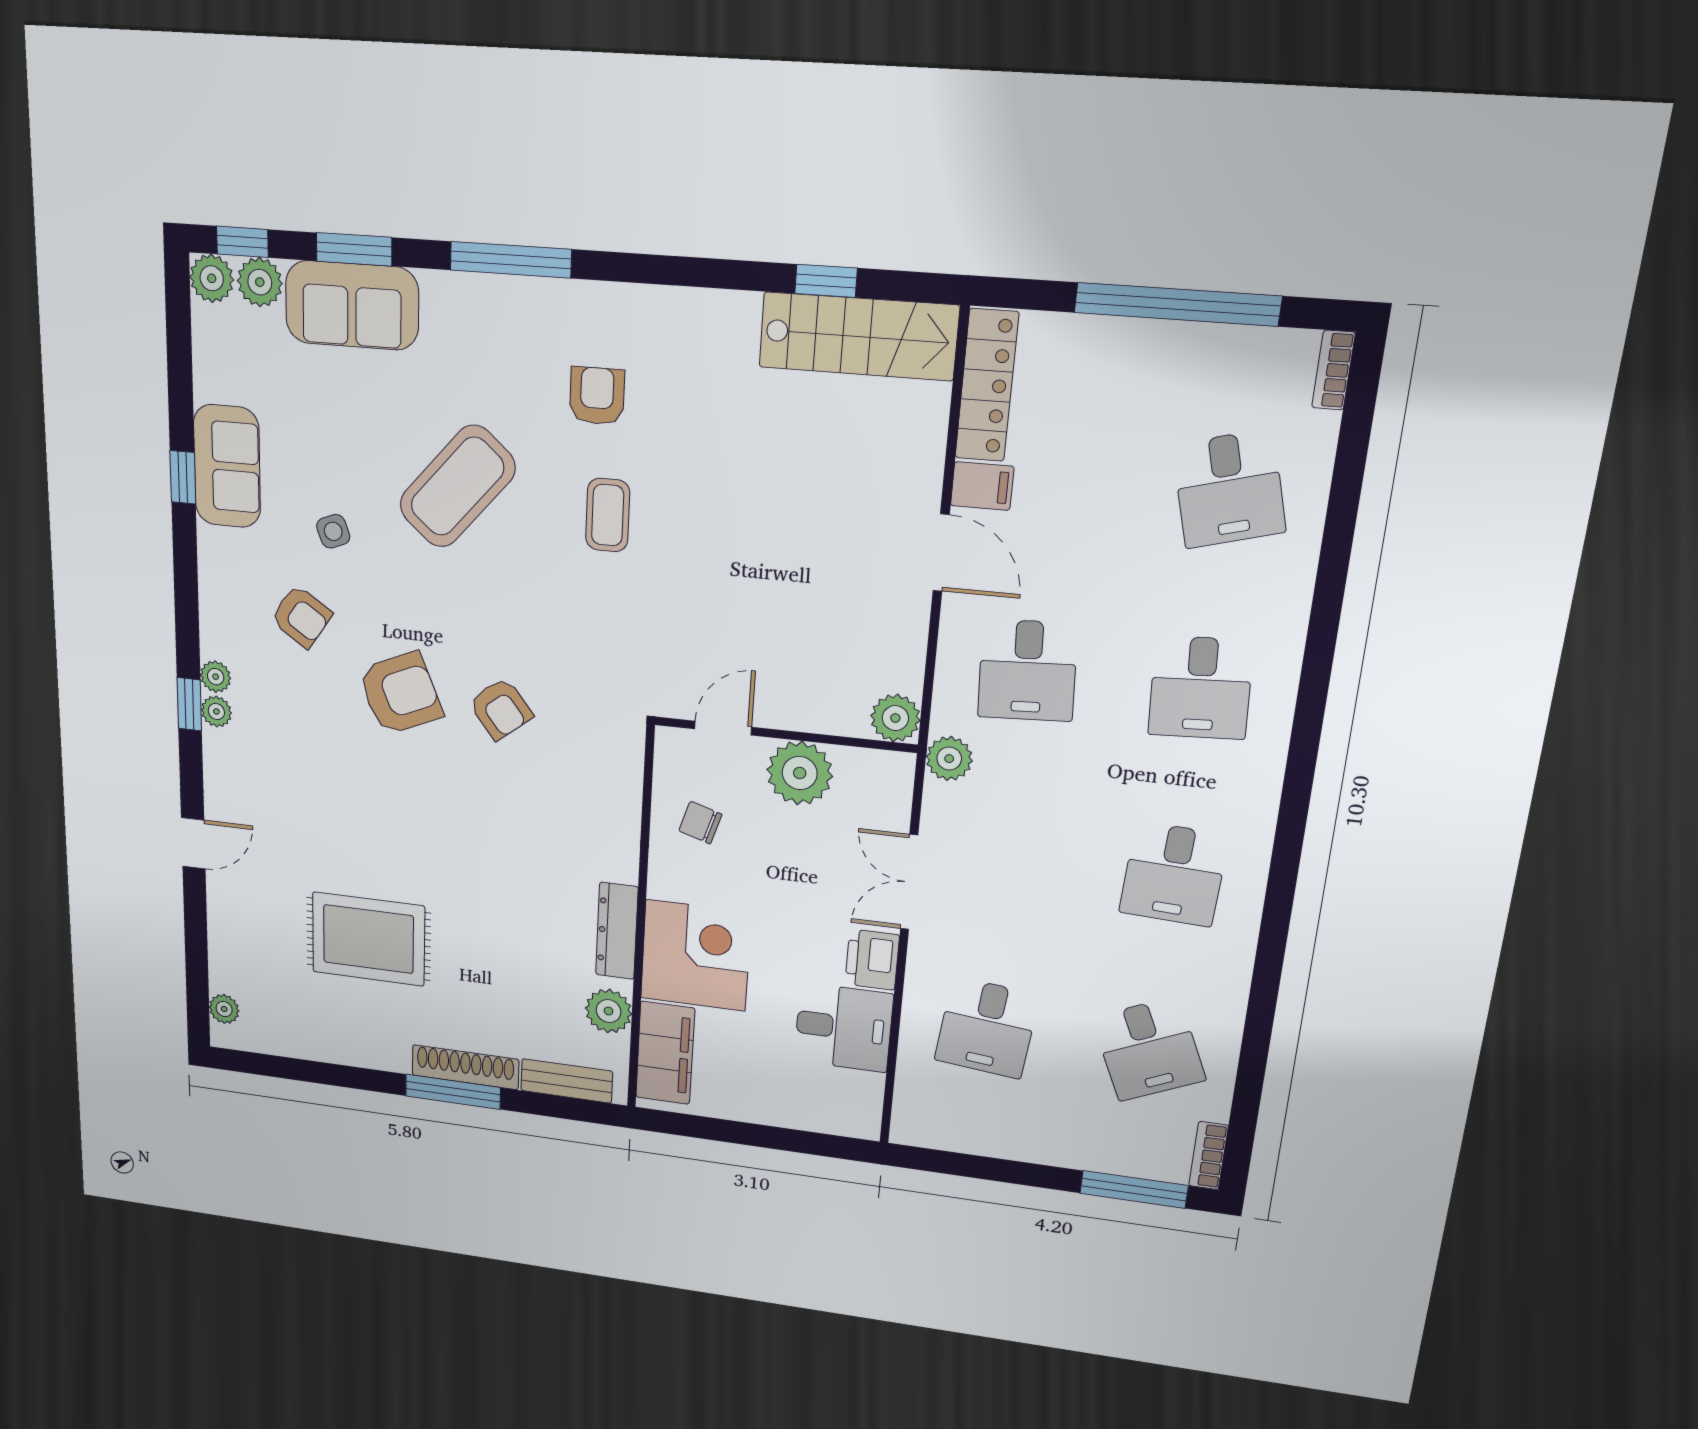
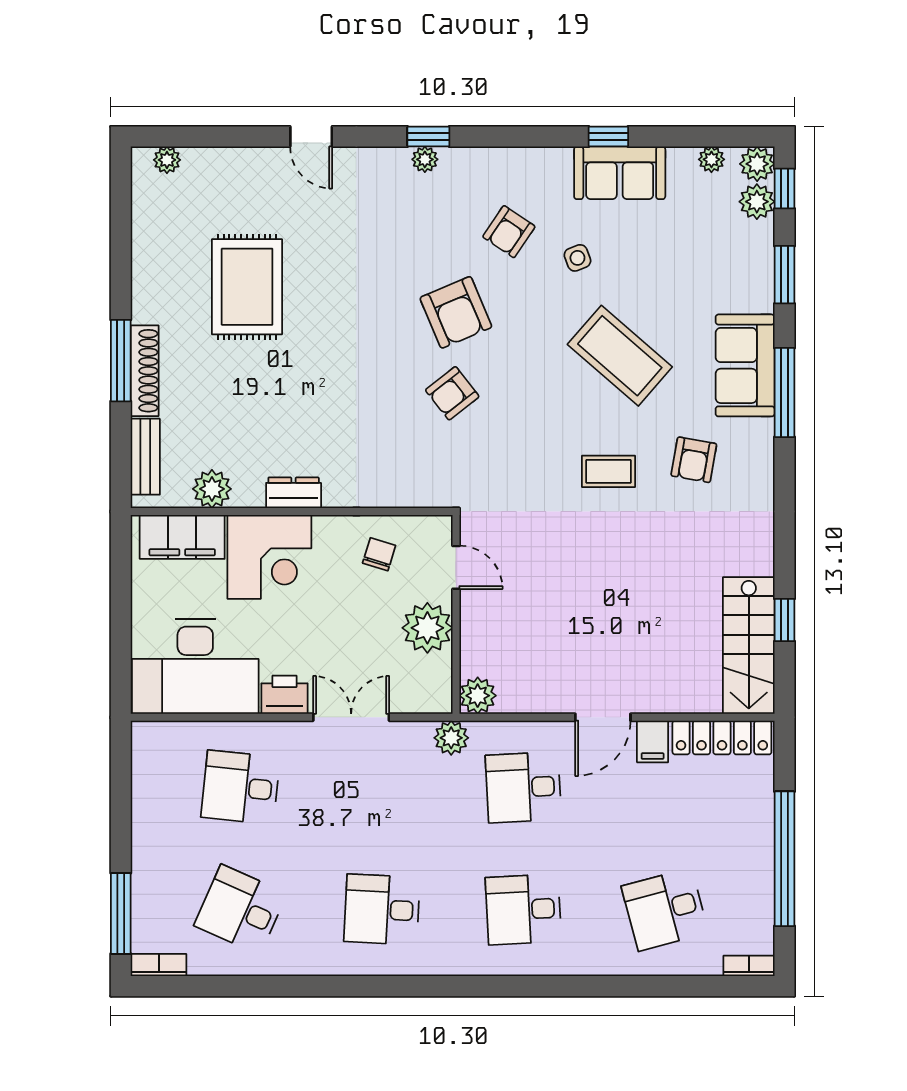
sofa: (352, 305) -> (745, 365), moved
armchair: (597, 396) -> (694, 460), turned 100
plant: (216, 677) -> (711, 159), moved
dresser: (617, 931) -> (294, 493), width x0.70
desk: (844, 1027) -> (195, 666), width x1.87, depth x1.30
desk: (1149, 1049) -> (240, 909), turned 48

